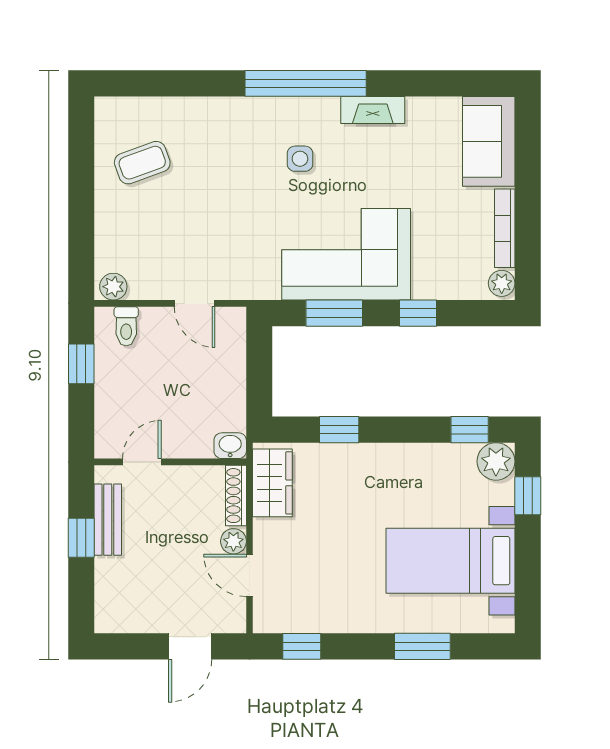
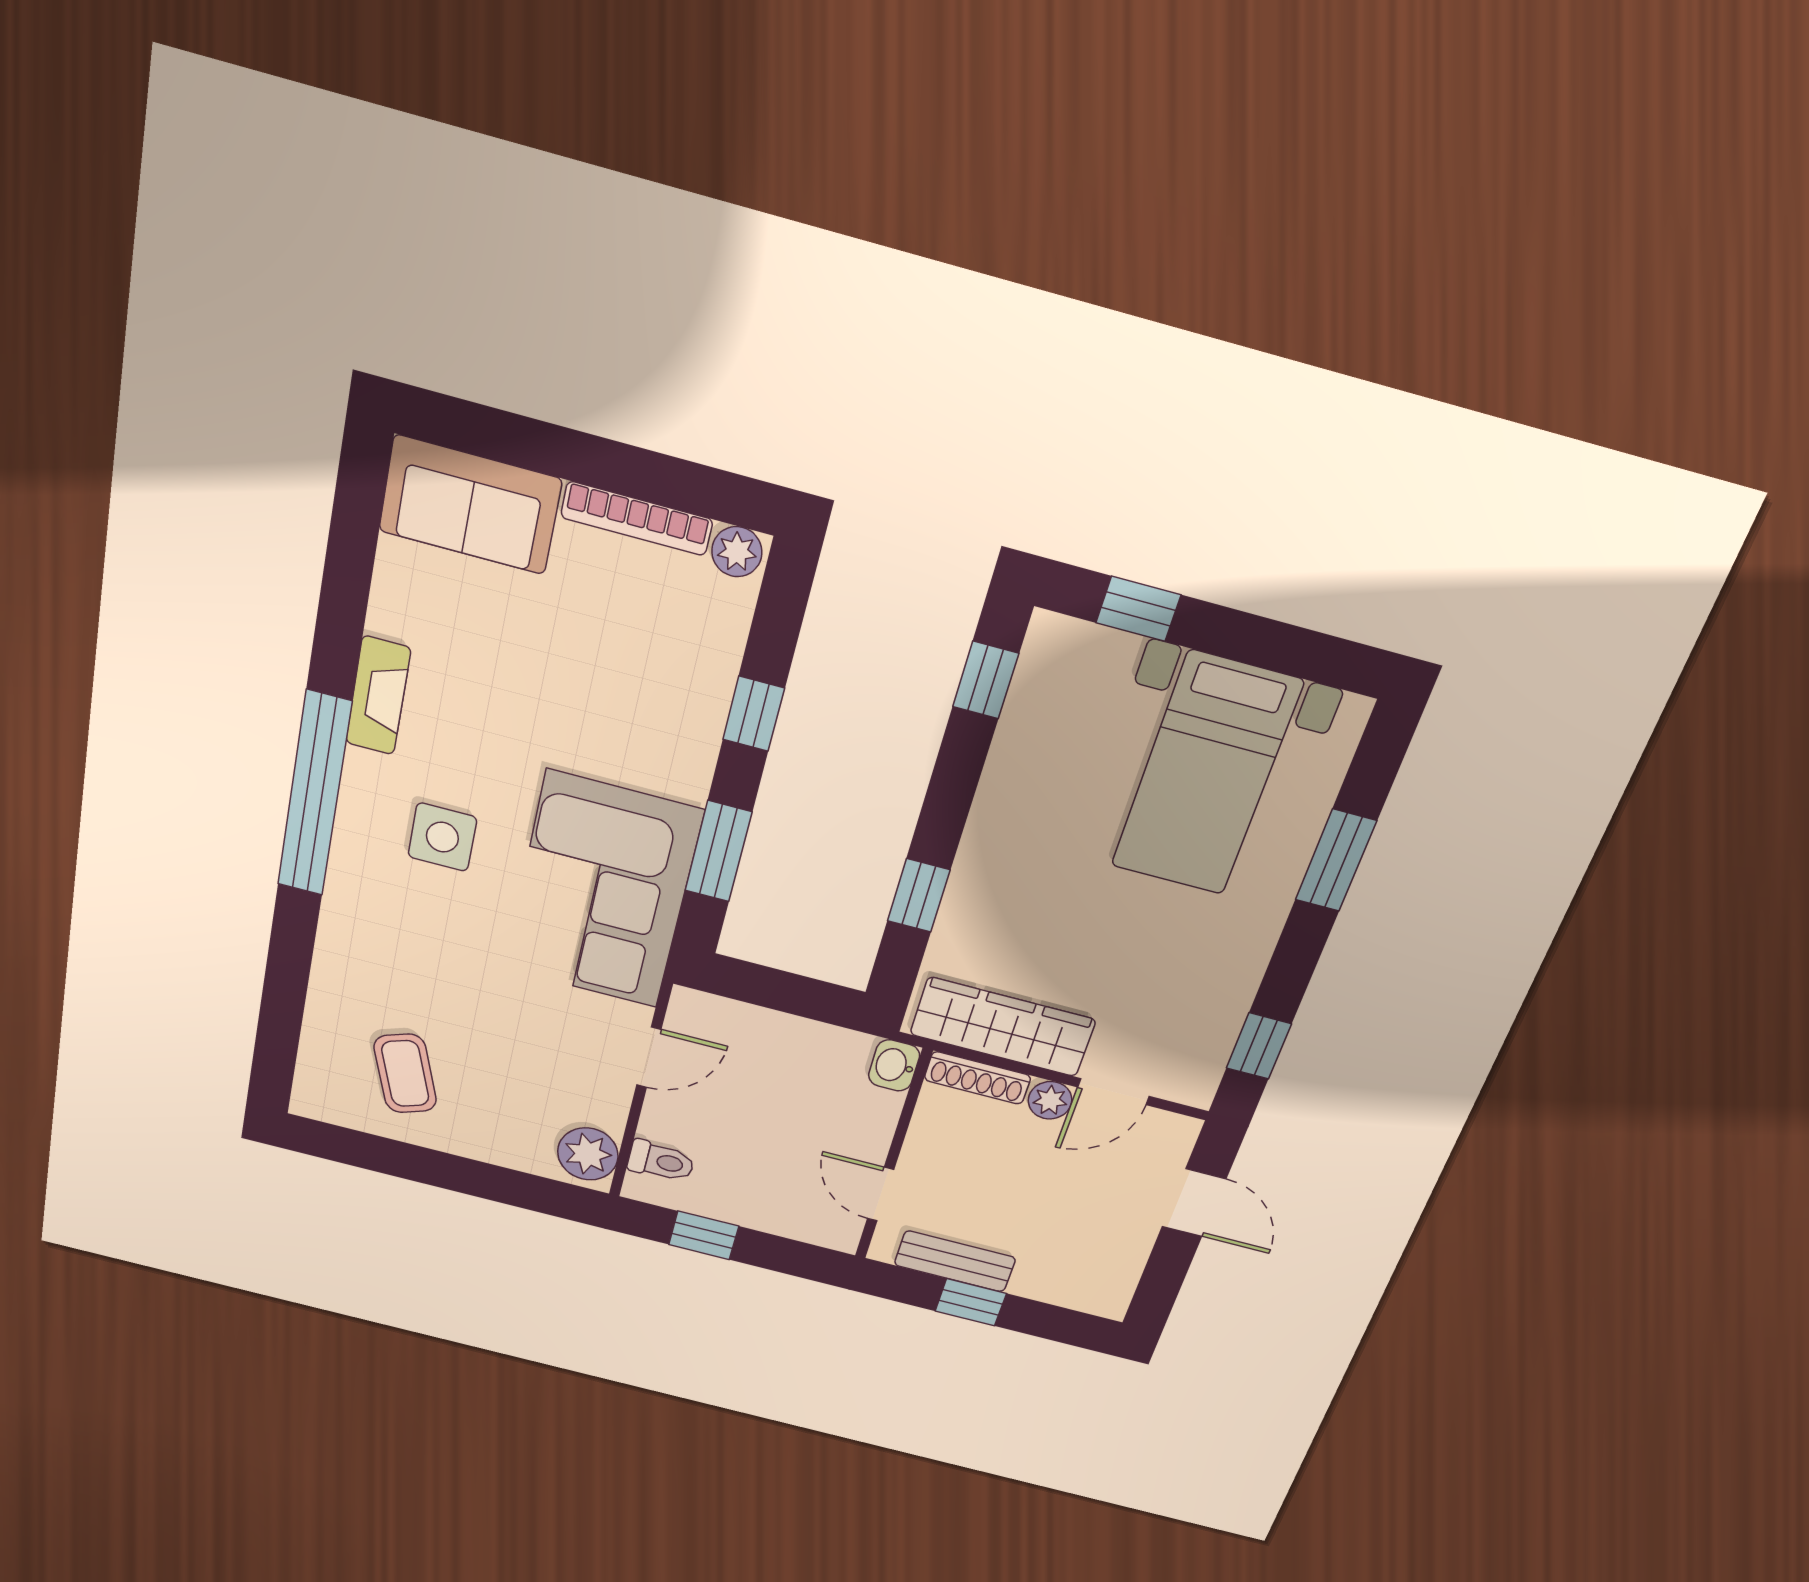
side table: (300, 159) -> (442, 837), width x1.37, depth x1.37
corner sofa: (346, 254) -> (603, 891), moved
plant: (113, 287) -> (588, 1154), width x1.38, depth x1.38
plant: (496, 461) -> (1057, 649), removed
wardrobe: (272, 483) -> (1003, 1027), width x1.50

